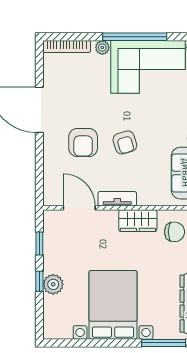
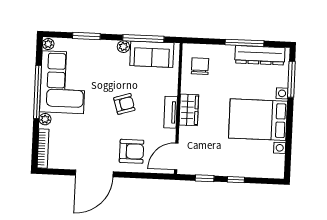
armchair: (83, 143) -> (132, 151), moved
door: (79, 208) -> (176, 156), moved
wardrobe: (138, 221) -> (189, 110), moved
plant: (53, 284) -> (239, 168), removed

